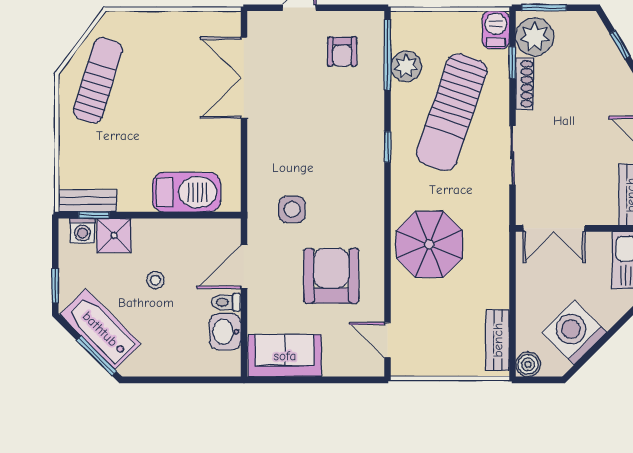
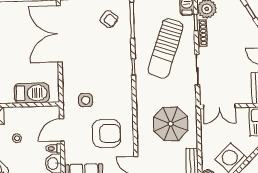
armchair: (342, 52) -> (109, 19), turned -50
plant: (406, 66) -> (142, 26), removed
double door: (244, 78) -> (59, 34), width x1.36
parasol: (429, 244) -> (171, 124), moved
armchair: (331, 276) -> (107, 134), turned 90

